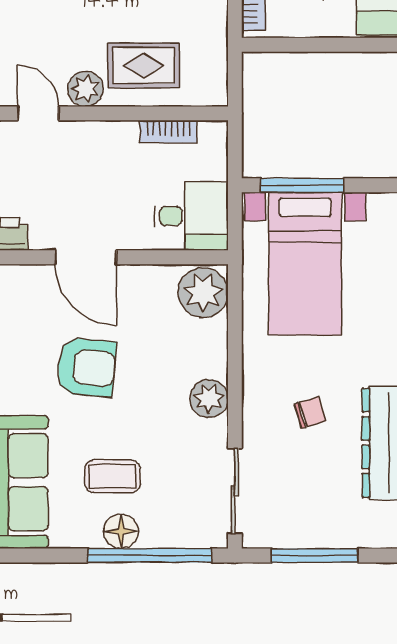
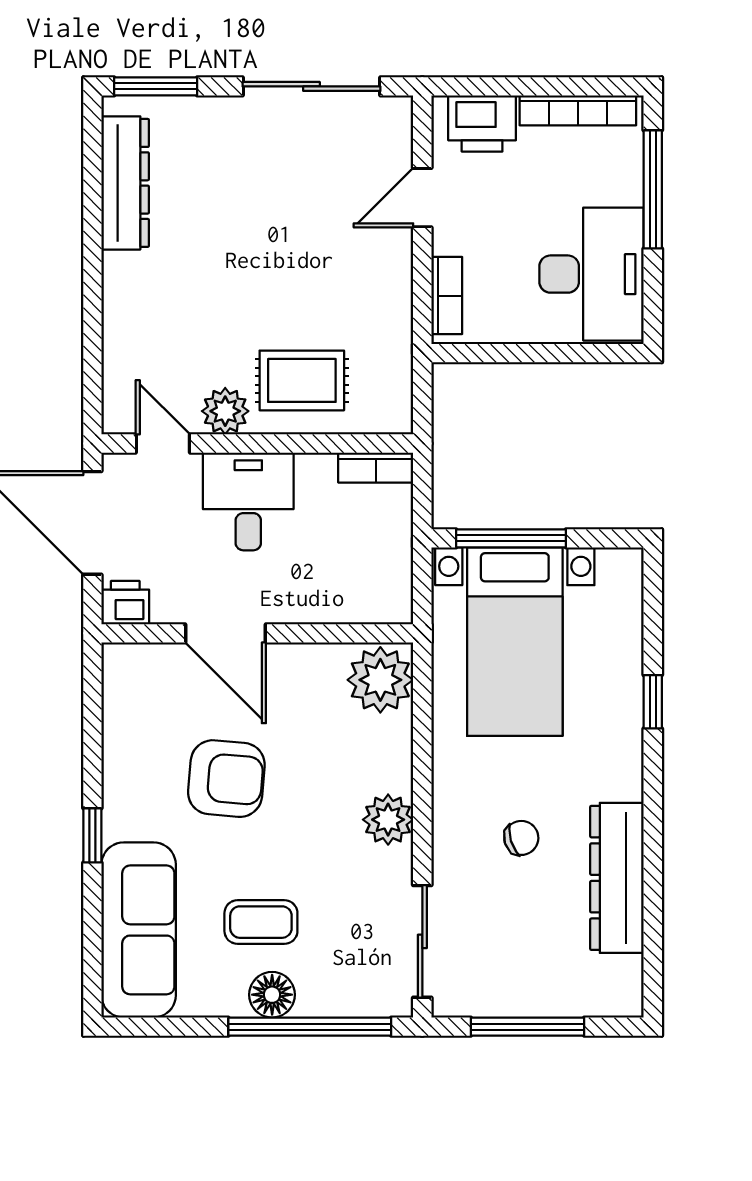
bookcase: (168, 132) -> (376, 468), moved
desk: (191, 216) -> (248, 501), moved, turned -90

